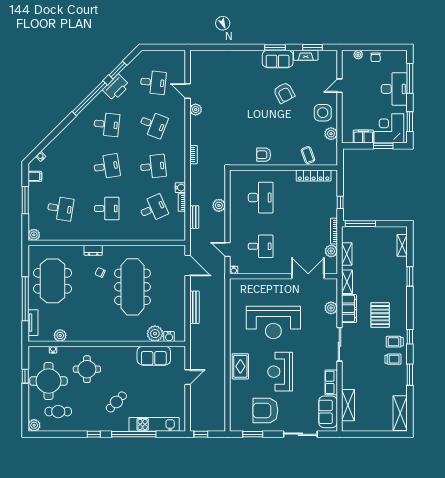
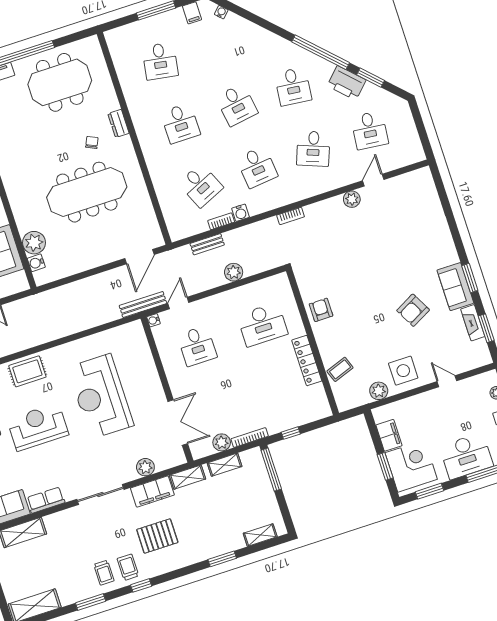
locker: (314, 175) -> (307, 361), moved
plant: (34, 235) -> (113, 37), removed
bench: (194, 307) -> (143, 305), moved

